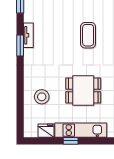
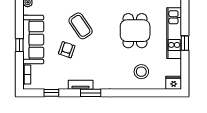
armchair: (64, 21) -> (67, 50), added
coffee table: (88, 35) -> (81, 26), turned 56
fridge: (46, 131) -> (174, 83), moved, turned 90

